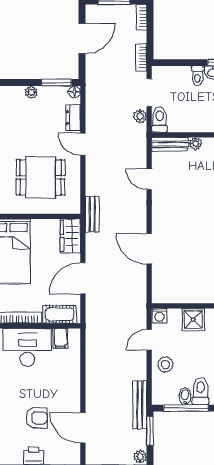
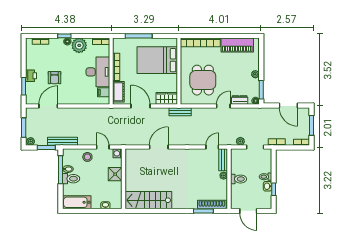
toilet: (160, 119) -> (238, 179), moved
door: (149, 179) -> (212, 147), moved

